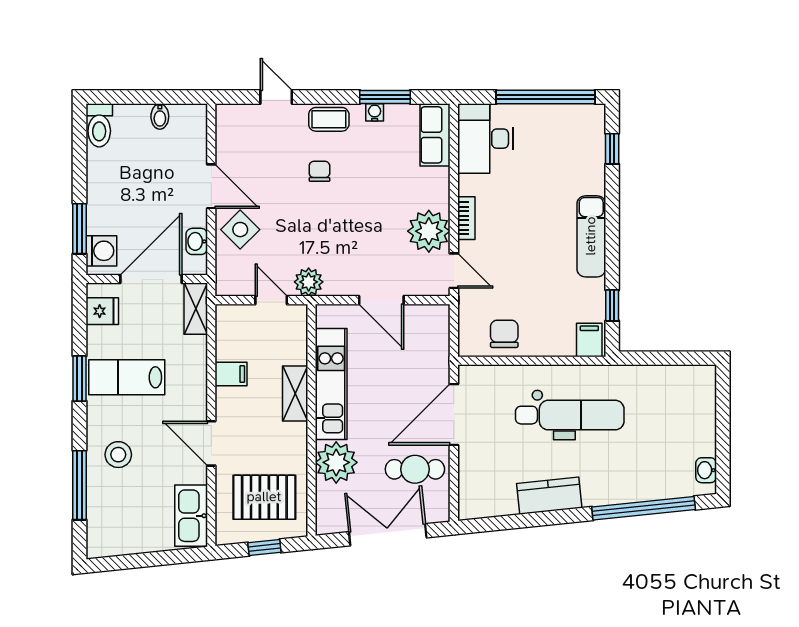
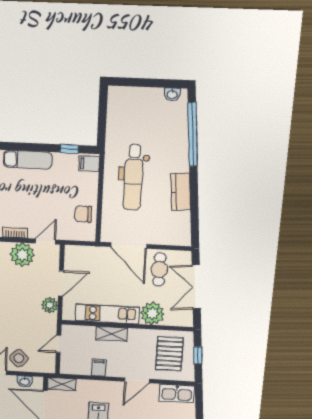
plant: (309, 282) -> (50, 305), moved
dental chair: (570, 415) -> (133, 177), turned 180

